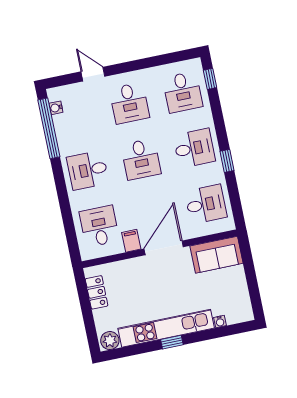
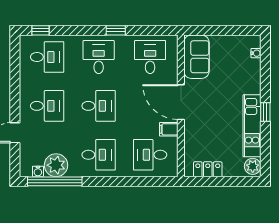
plant: (67, 126) -> (56, 165), added
desk: (88, 170) -> (99, 155), turned -90
water cooler: (220, 322) -> (256, 53), moved
kitchen unit: (166, 328) -> (252, 126), width x0.73

